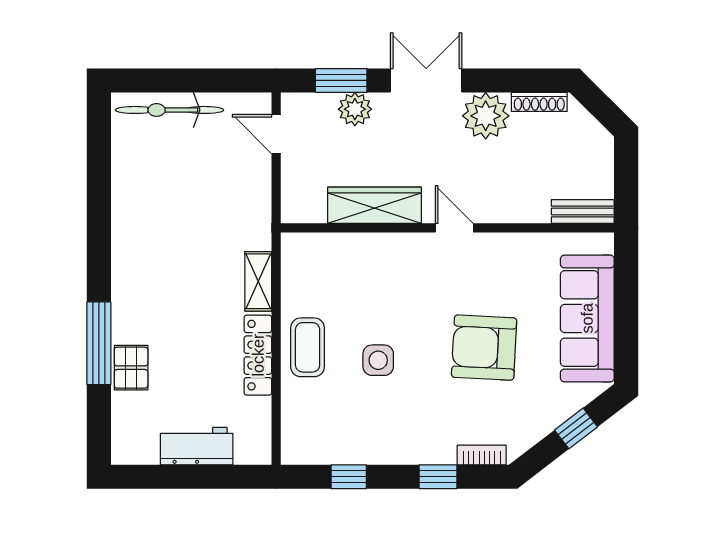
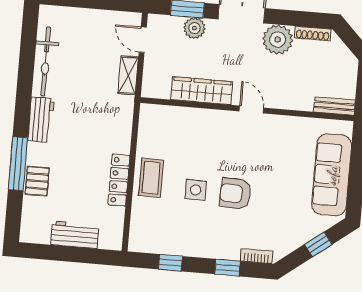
bicycle: (170, 110) -> (46, 62), moved, turned -90
workbench: (129, 272) -> (41, 120), added
shelving: (258, 281) -> (128, 75), moved
armchair: (484, 348) -> (235, 194), moved, width x0.73, depth x0.73

